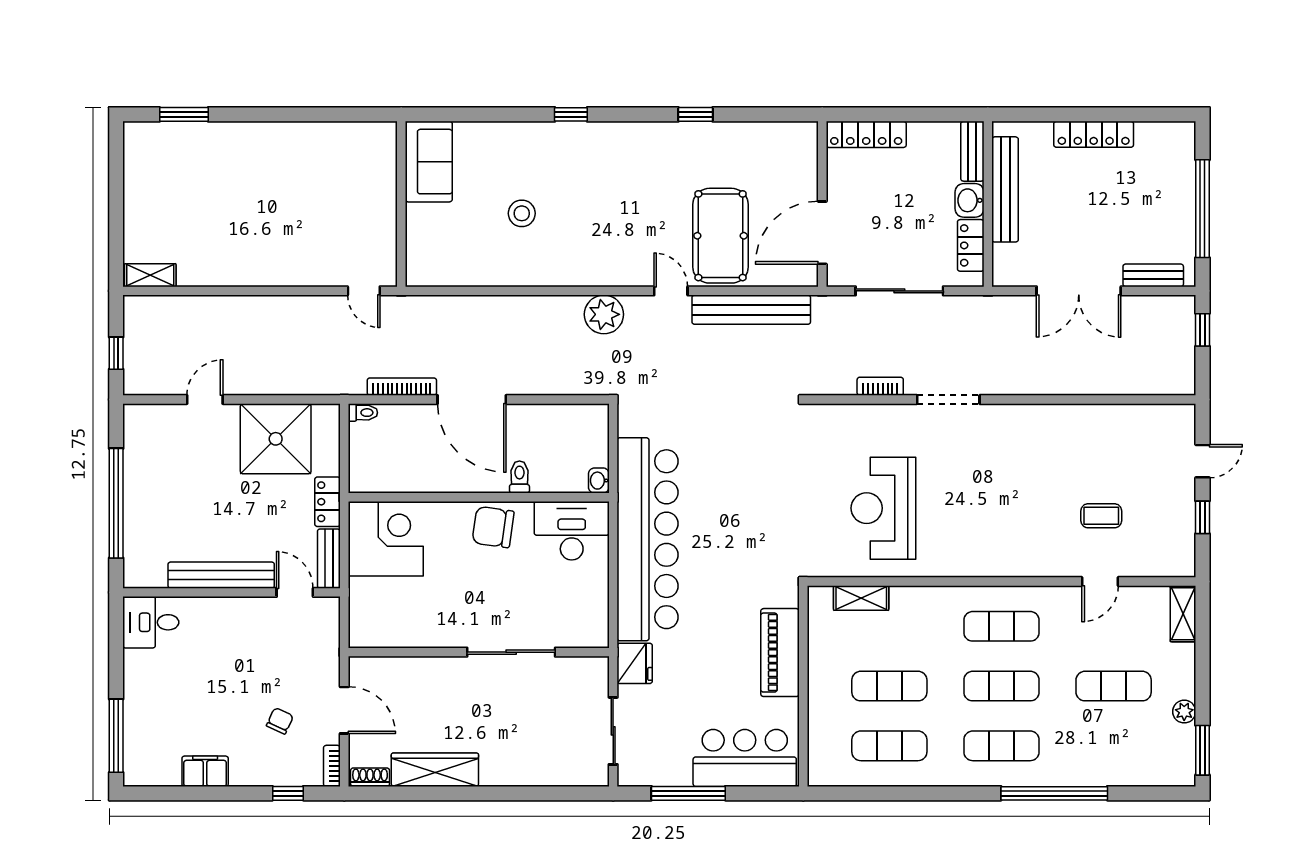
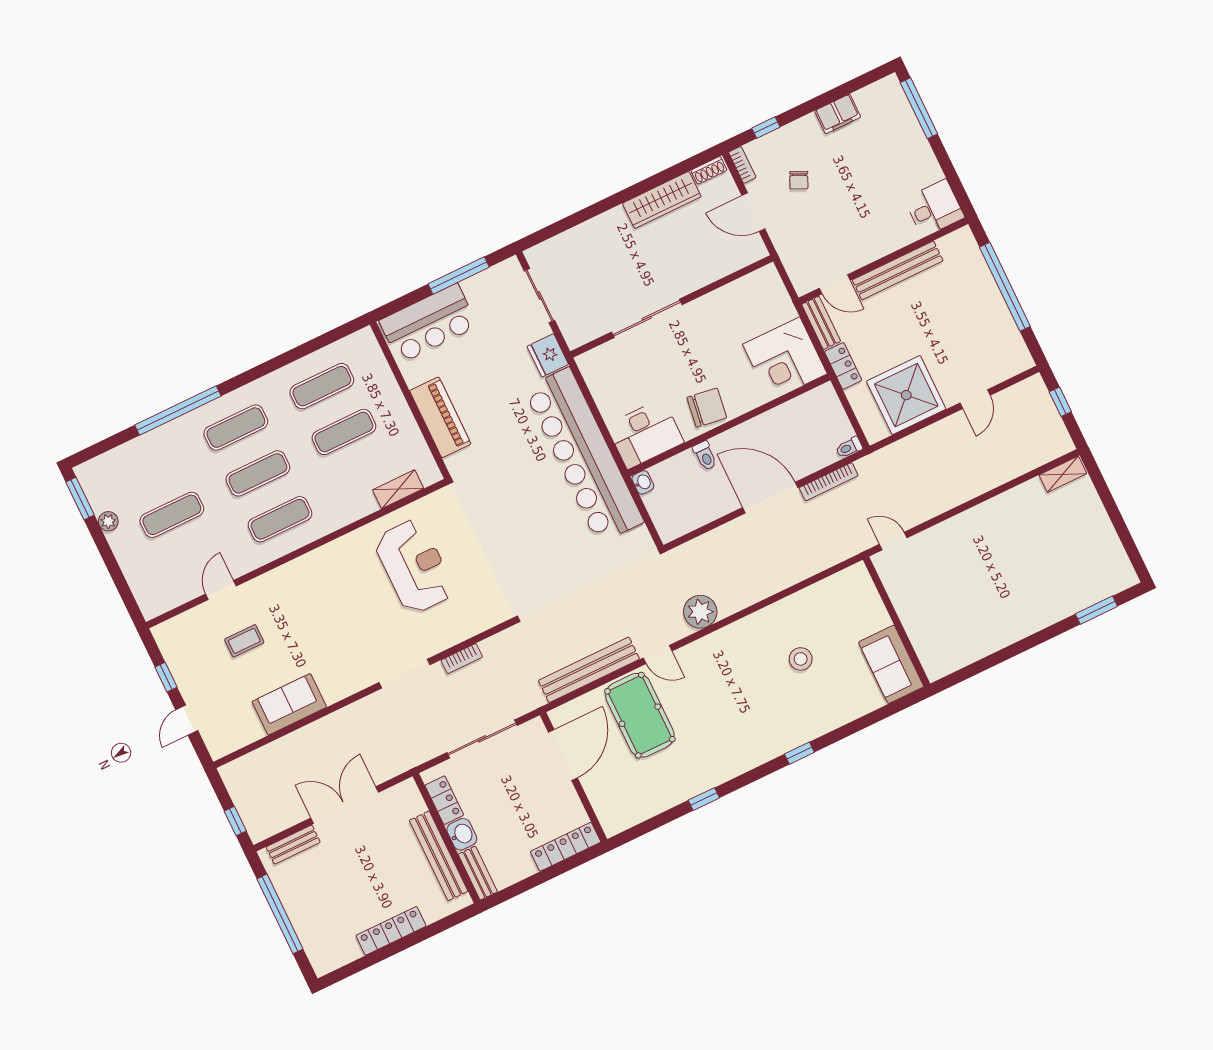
sofa: (1086, 426) -> (289, 704), added
shelving: (1183, 614) -> (145, 596), removed

